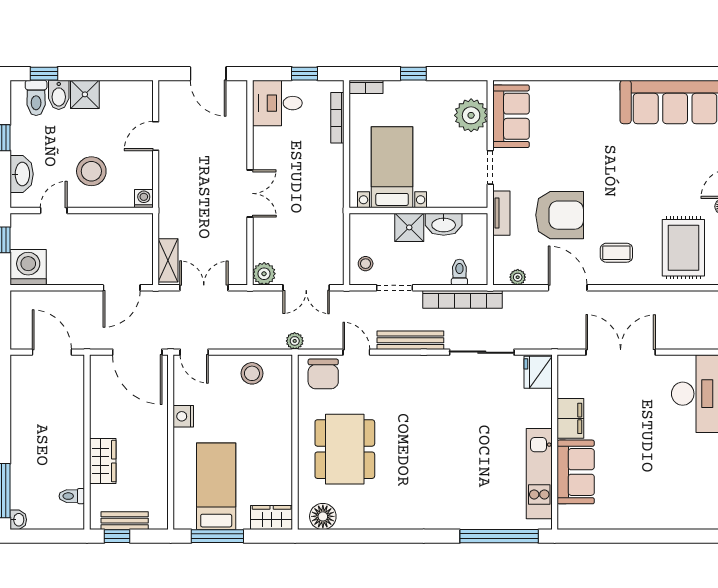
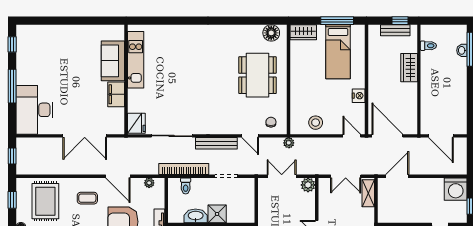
stool: (366, 264) -> (244, 191), removed
chair: (323, 374) -> (271, 122), width x0.54, depth x0.54
washbasin: (18, 520) -> (462, 50), moved
window: (499, 536) -> (161, 21), removed

